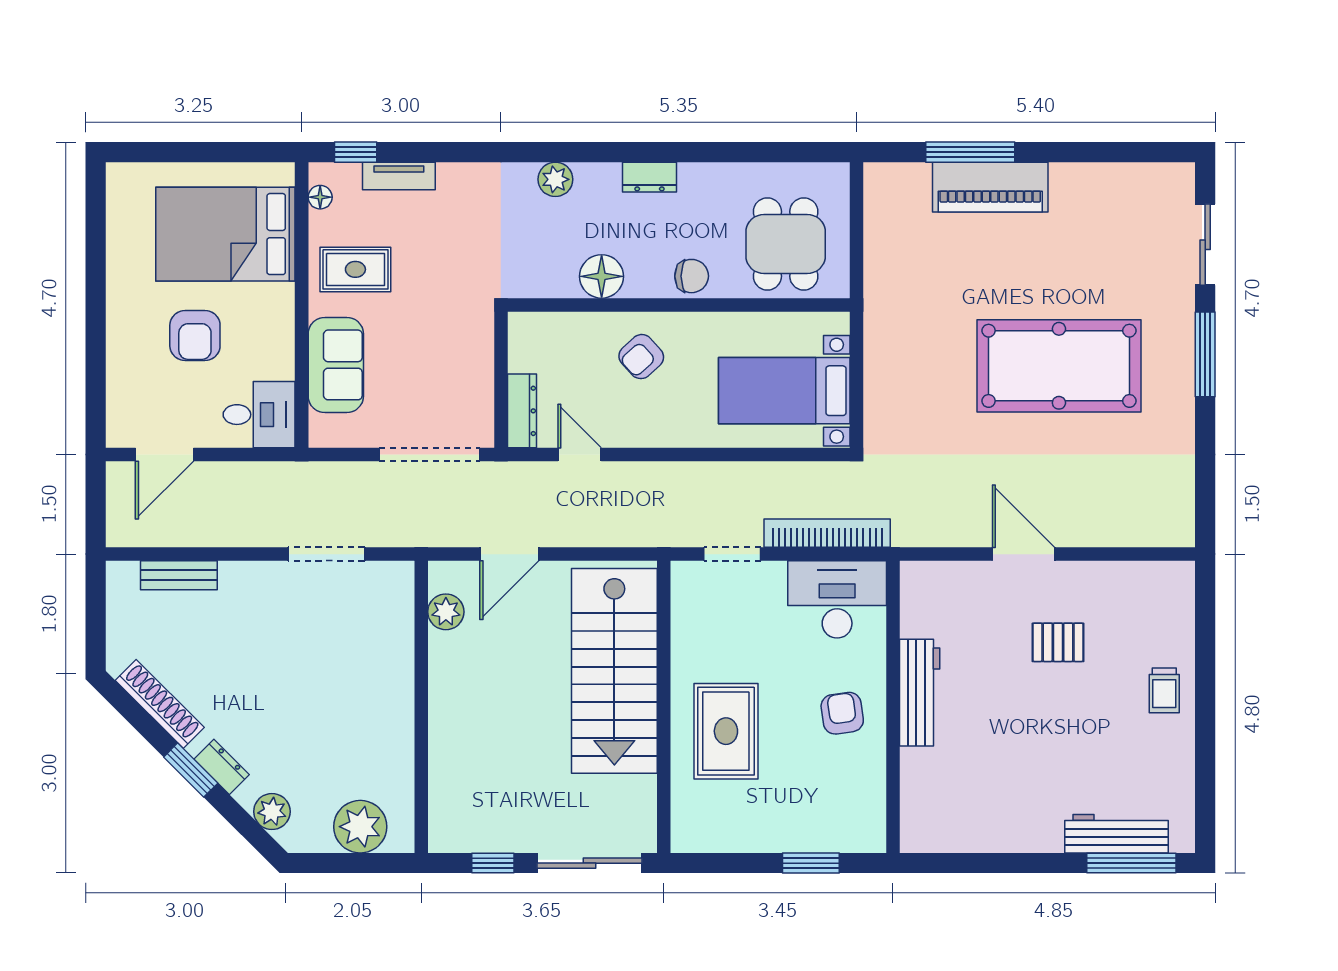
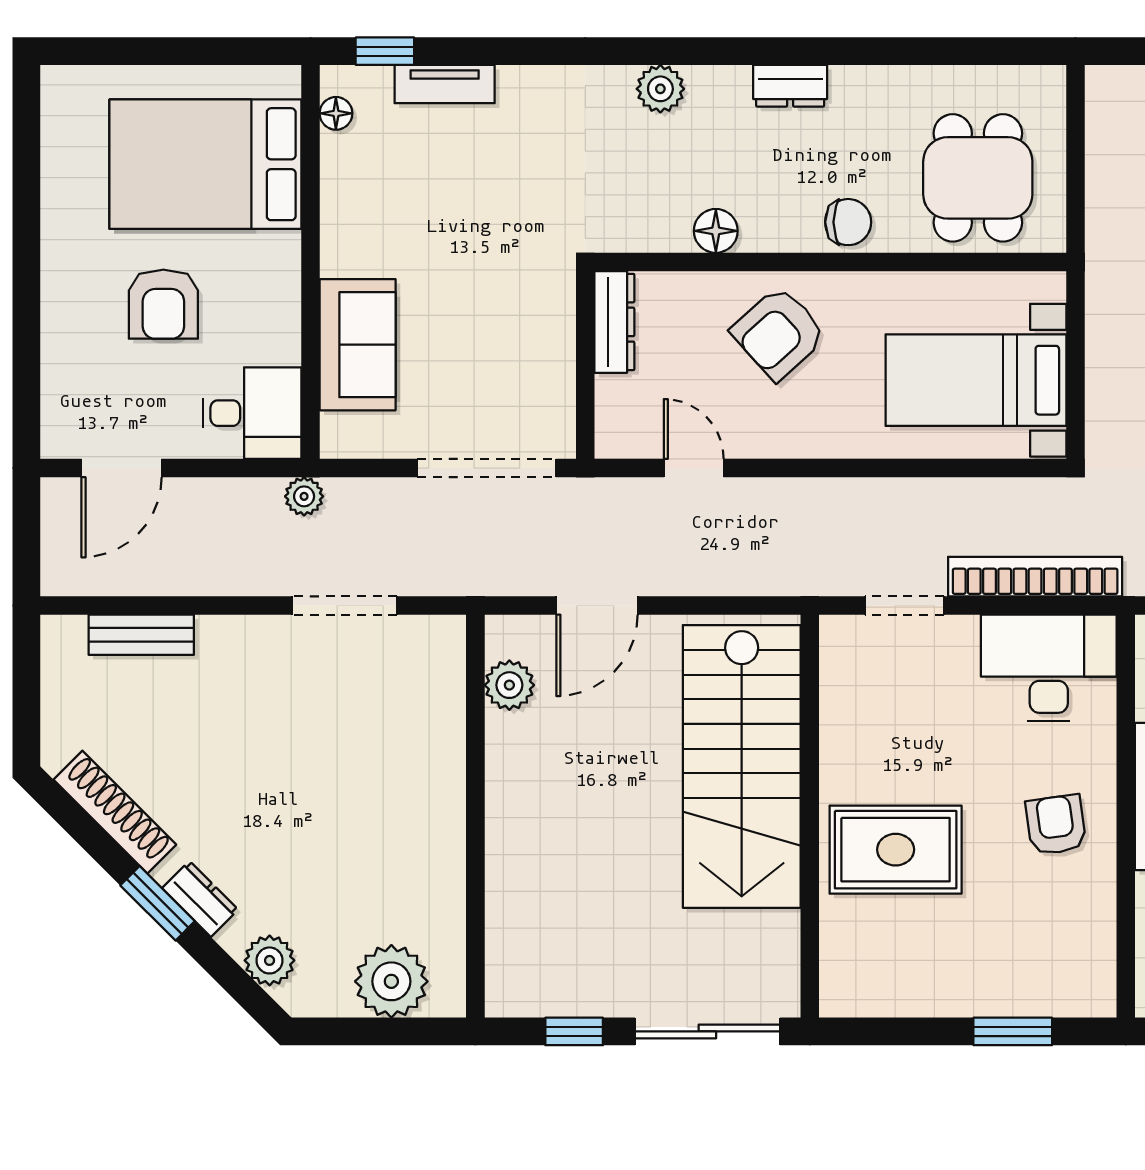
rug: (355, 269) -> (385, 213), removed
floor lamp: (602, 276) -> (716, 231), width x0.73, depth x0.73
armchair: (641, 357) -> (779, 333), width x1.38, depth x1.38
dresser: (522, 411) -> (614, 322), moved
plant: (297, 475) -> (304, 496), added
rug: (726, 731) -> (896, 850), turned 90

